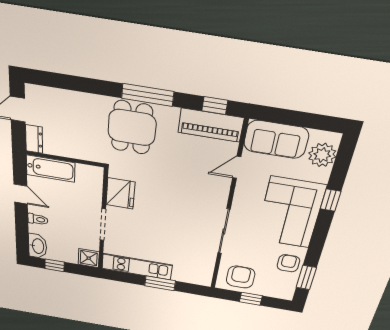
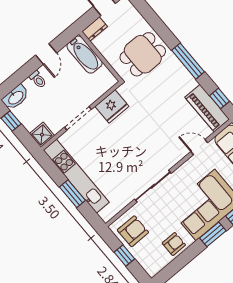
dining table: (132, 128) -> (143, 54), moved
kitchen unit: (137, 267) -> (76, 176), width x1.36
window: (306, 278) -> (213, 234), moved

